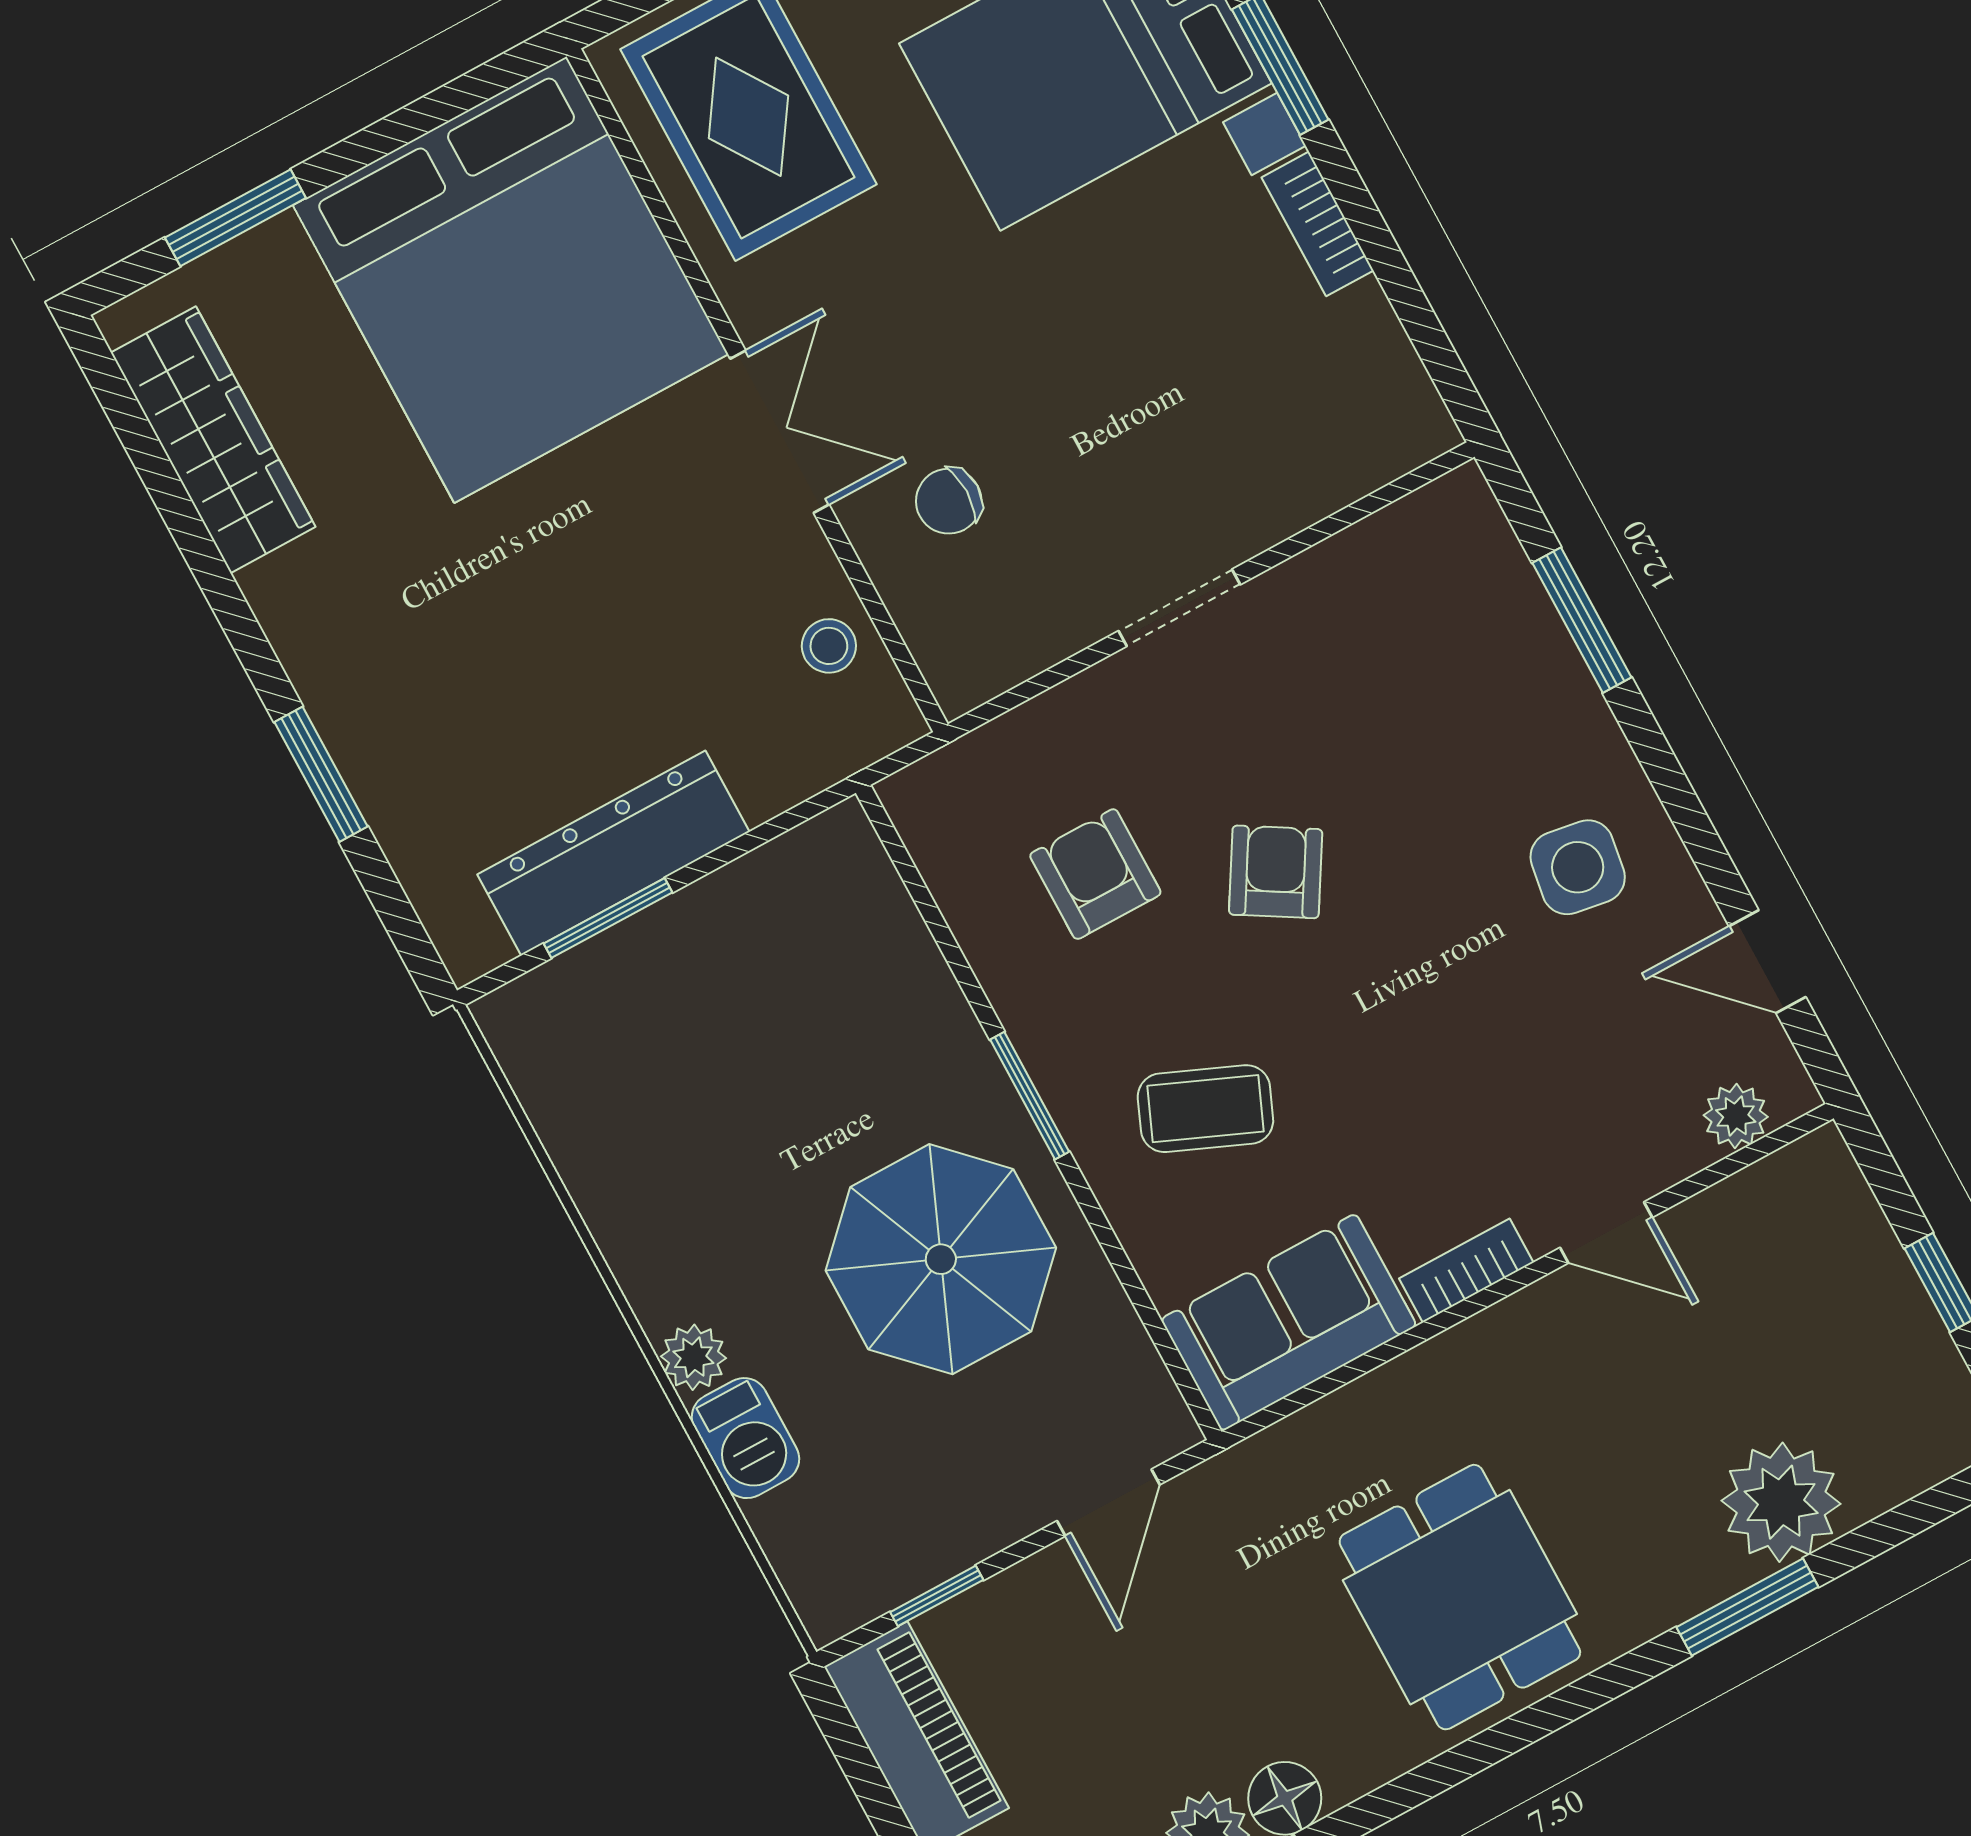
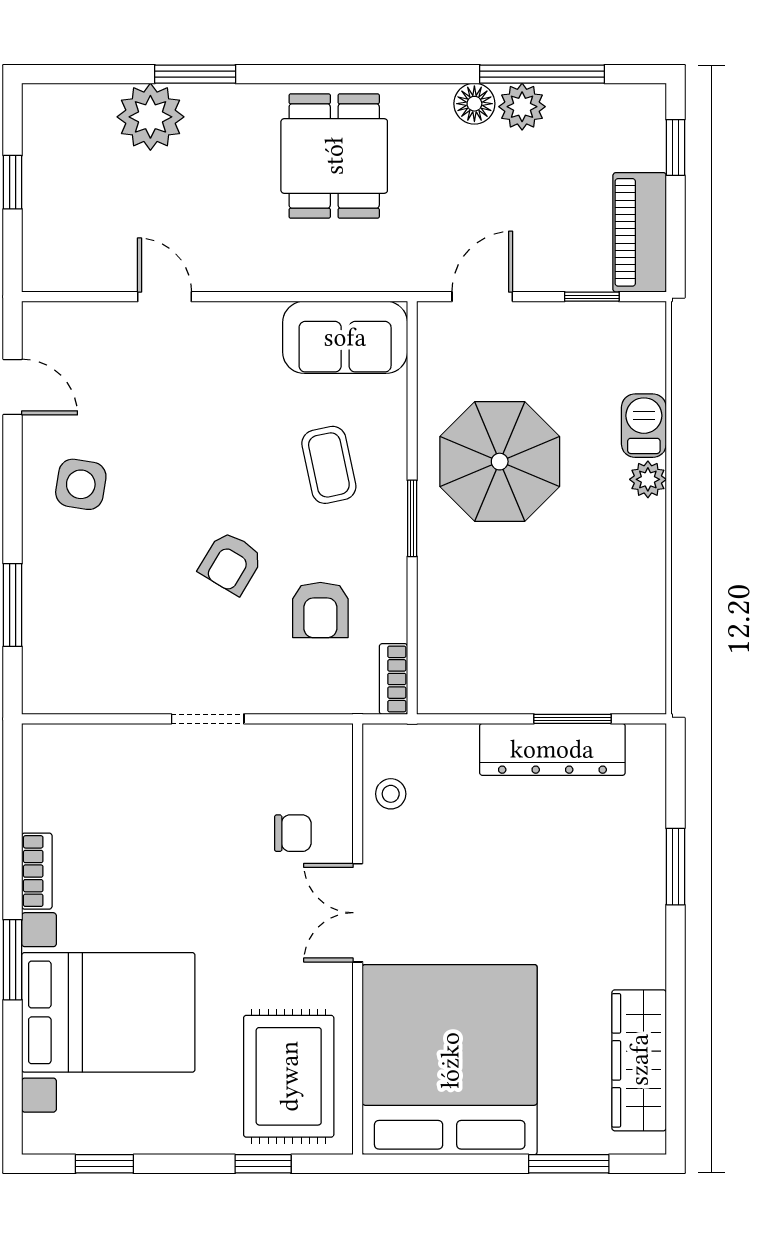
coffee table: (1205, 1109) -> (329, 465), turned 55
plant: (1736, 1116) -> (69, 319), removed
bookcase: (1466, 1271) -> (393, 679), moved, turned 90

